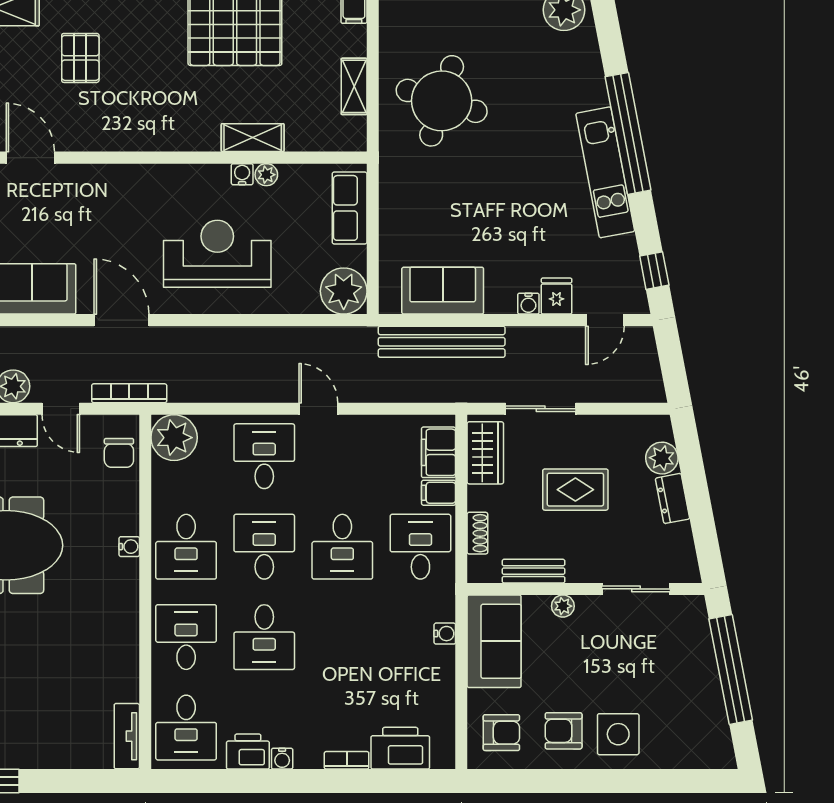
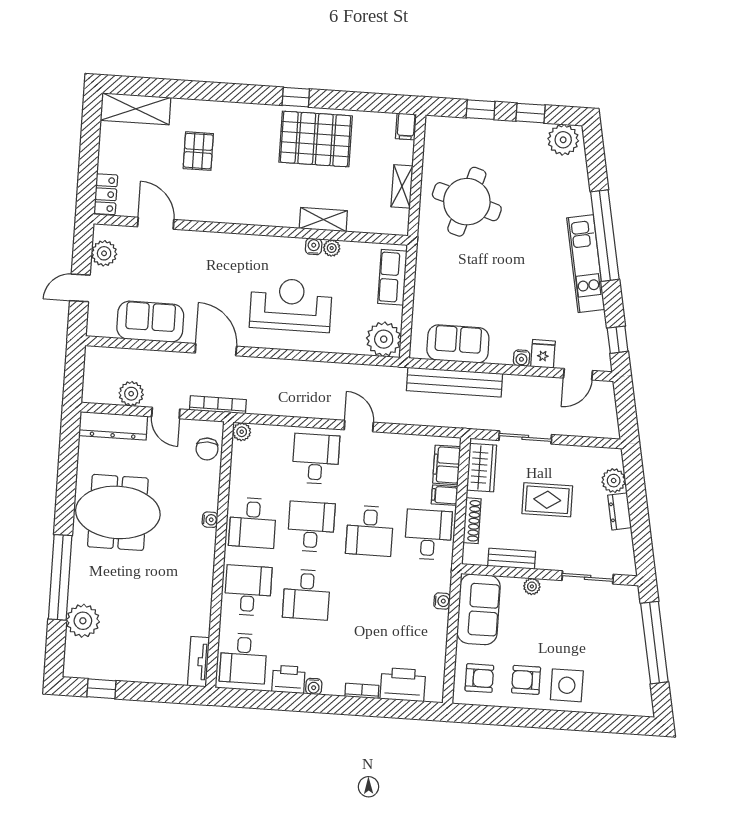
plant: (174, 438) -> (242, 432), width x0.53, depth x0.53
shoe rack: (477, 533) -> (472, 521), width x1.43

